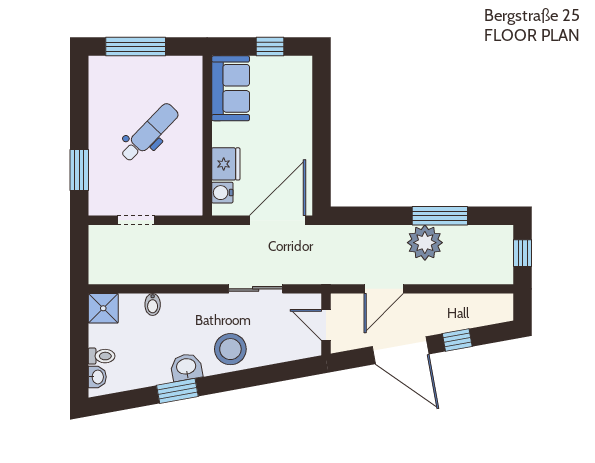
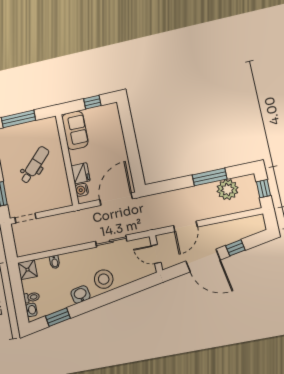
doorway: (136, 220) -> (25, 218), moved
plant: (425, 243) -> (227, 190), moved
window: (177, 391) -> (58, 317), moved

